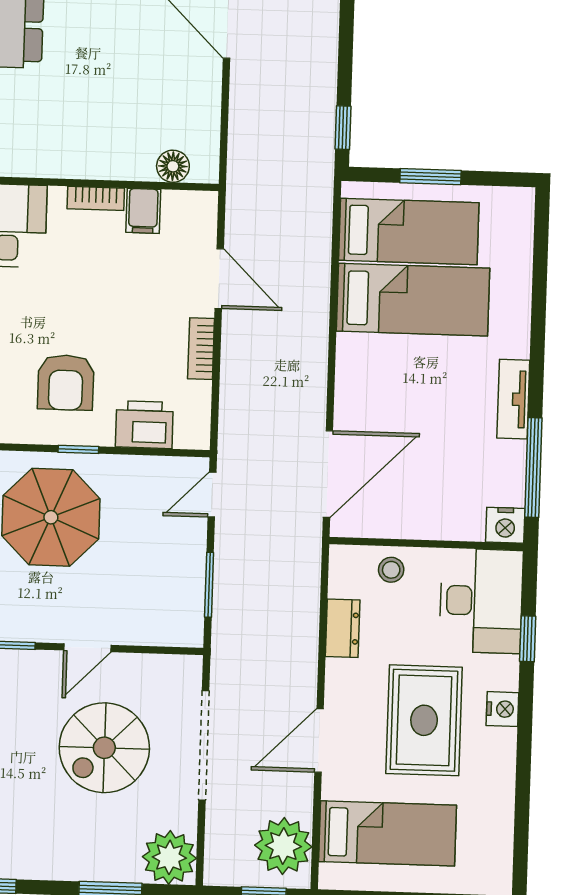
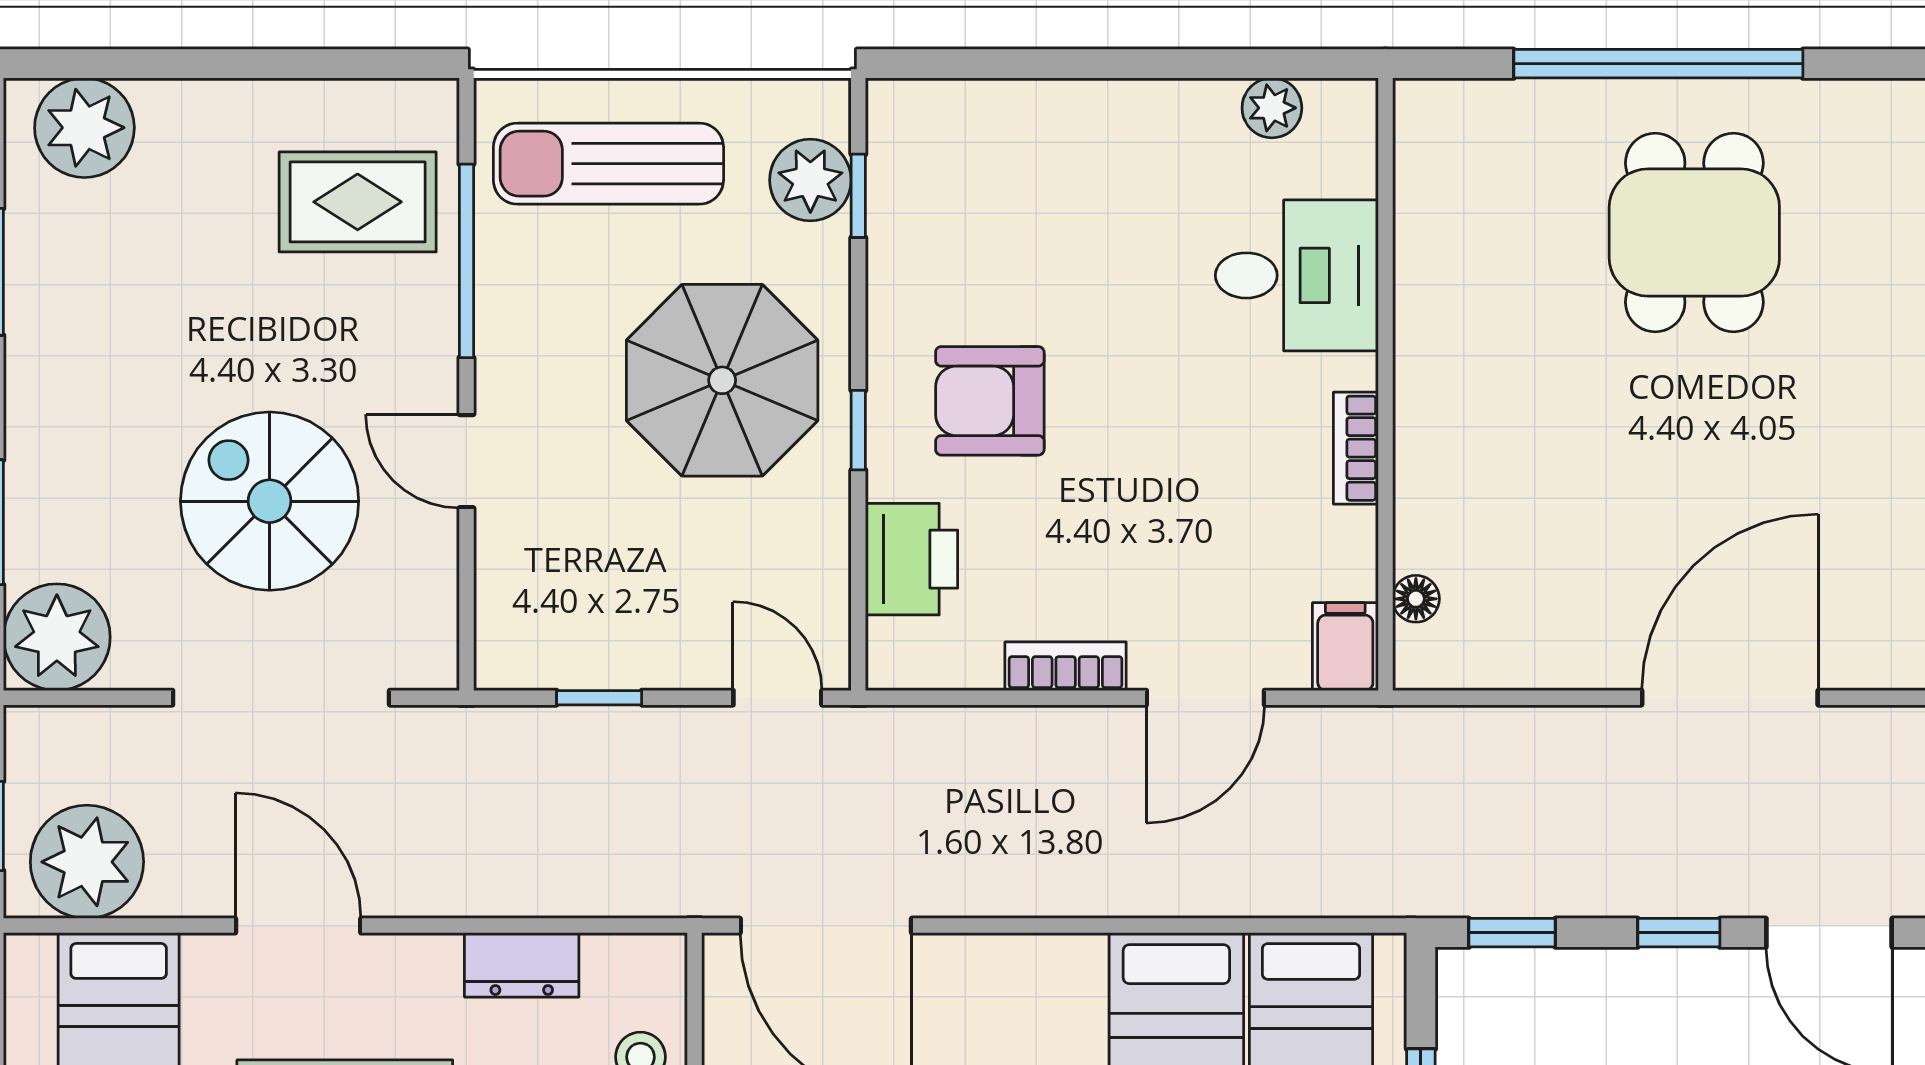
window: (346, 43) -> (1679, 933), added
floor lamp: (173, 166) -> (1416, 599), width x0.73, depth x0.73
filing cabinet: (143, 211) -> (1345, 647), moved, turned 90
window: (209, 585) -> (599, 698), width x0.67

